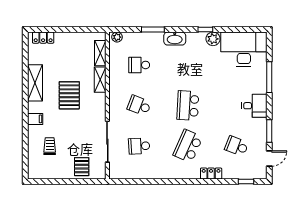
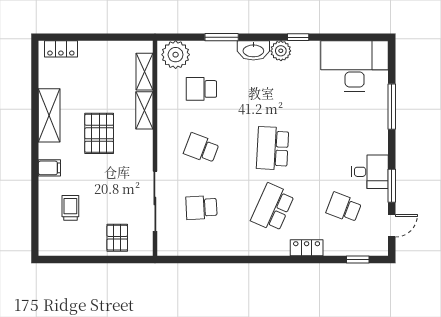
plant: (117, 37) -> (176, 55), width x1.87, depth x1.87
plant: (213, 39) -> (281, 51), moved
desk: (254, 106) -> (370, 172), moved

